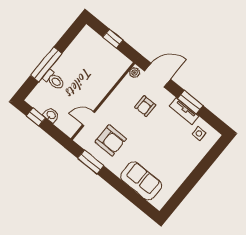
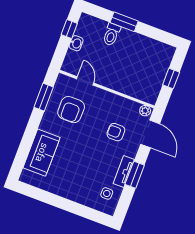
window: (46, 64) -> (124, 22), width x0.69

